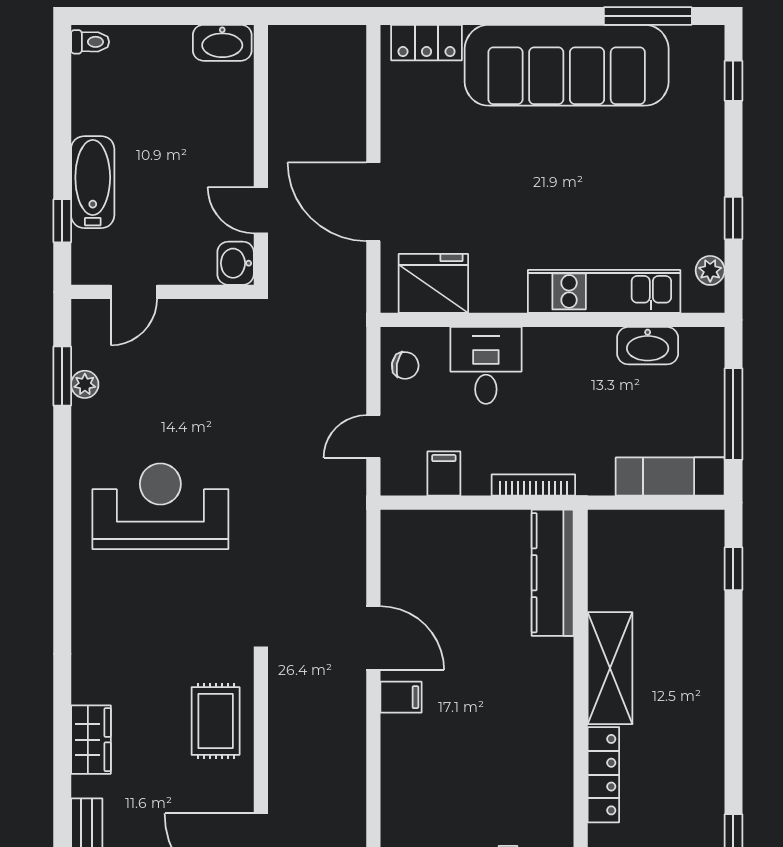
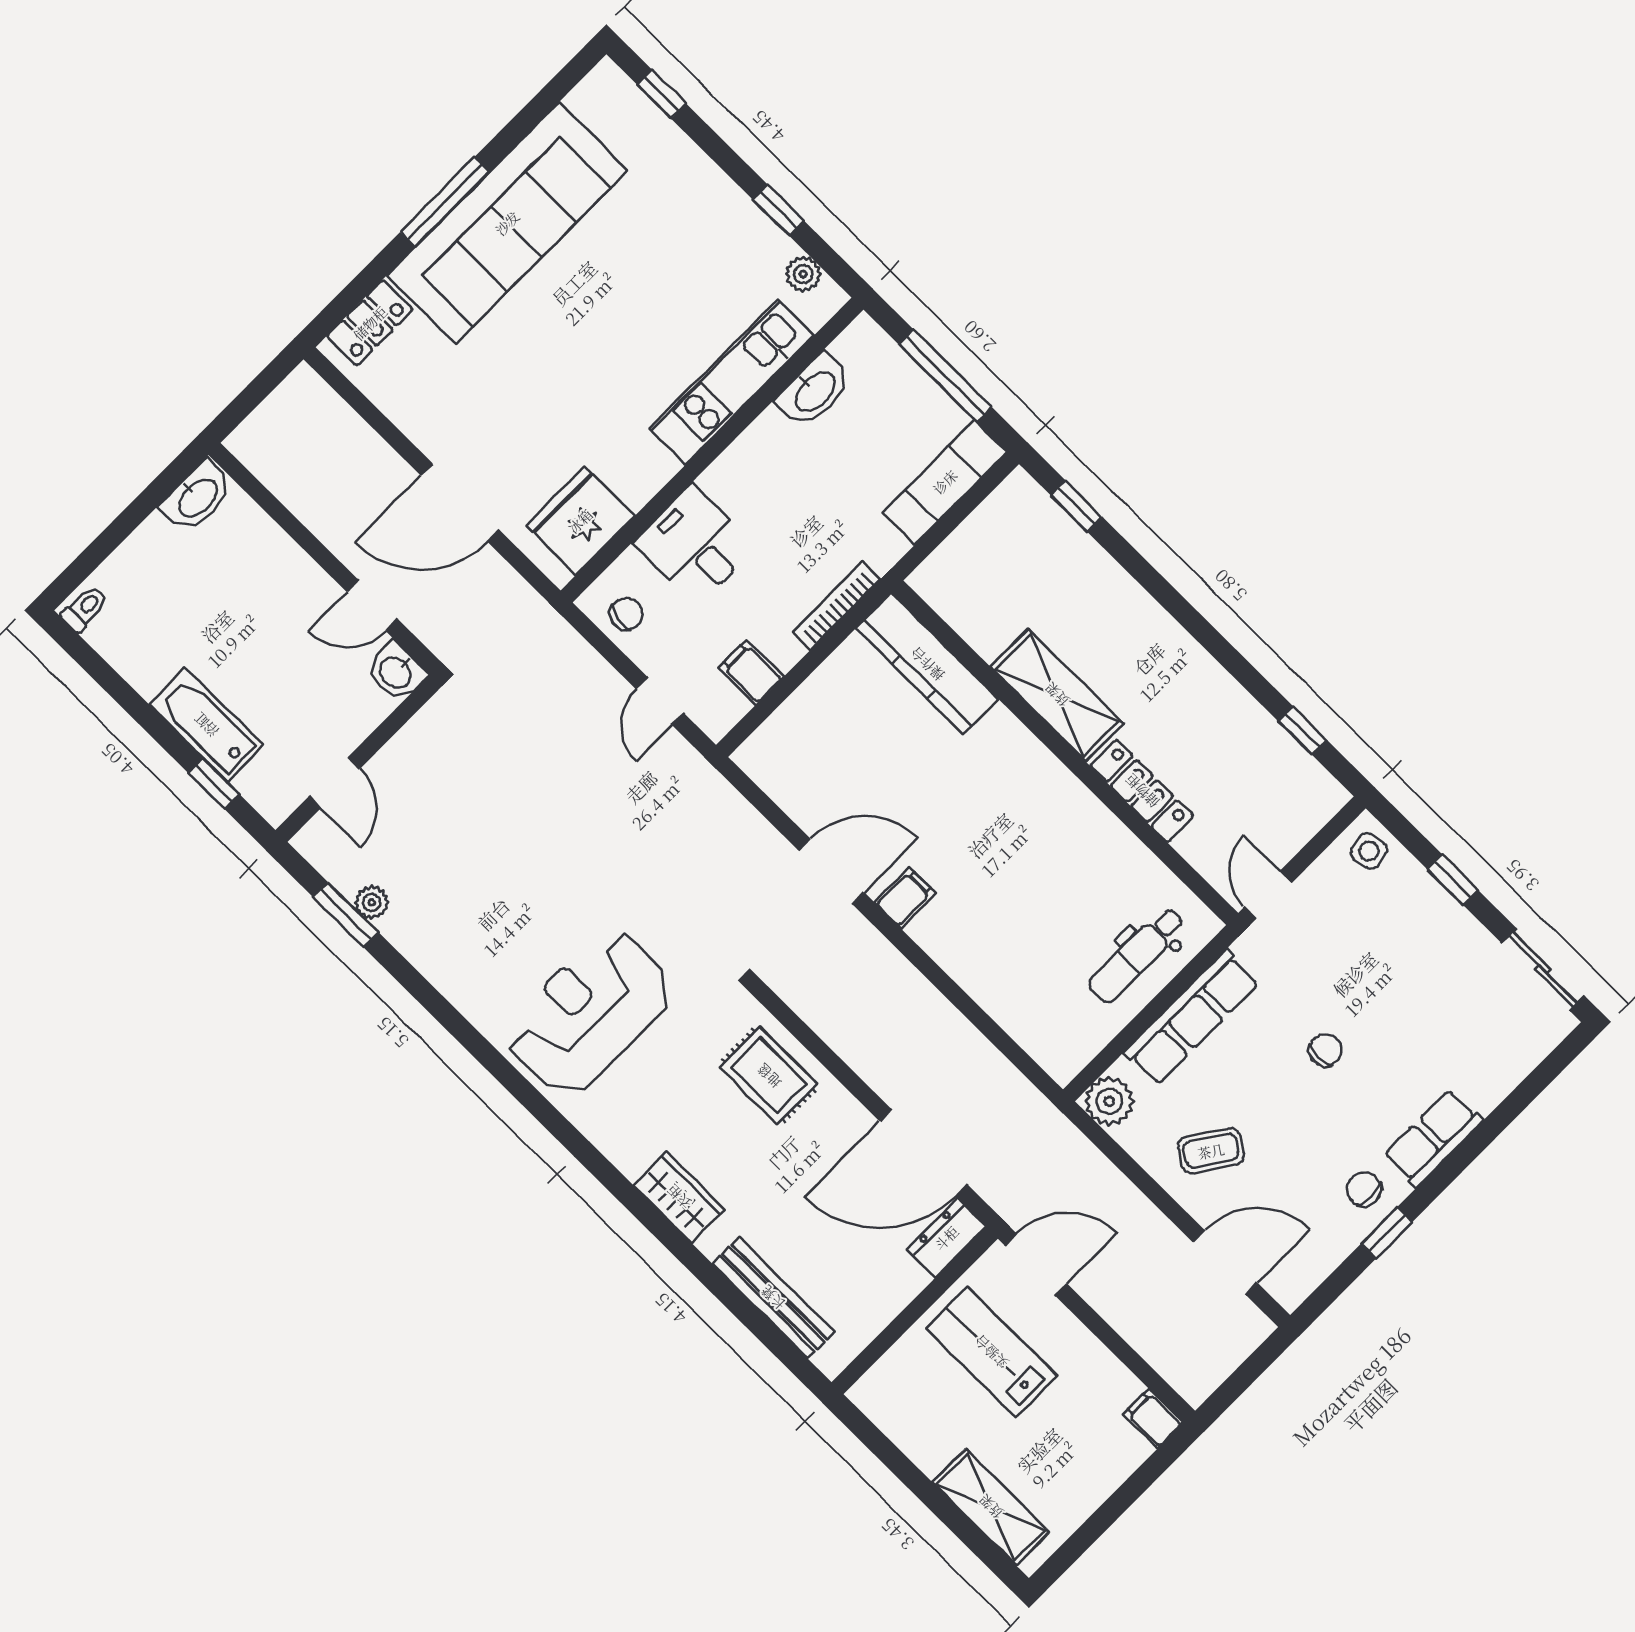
window: (648, 16) -> (445, 202), moved
reception desk: (160, 506) -> (589, 1012), moved

